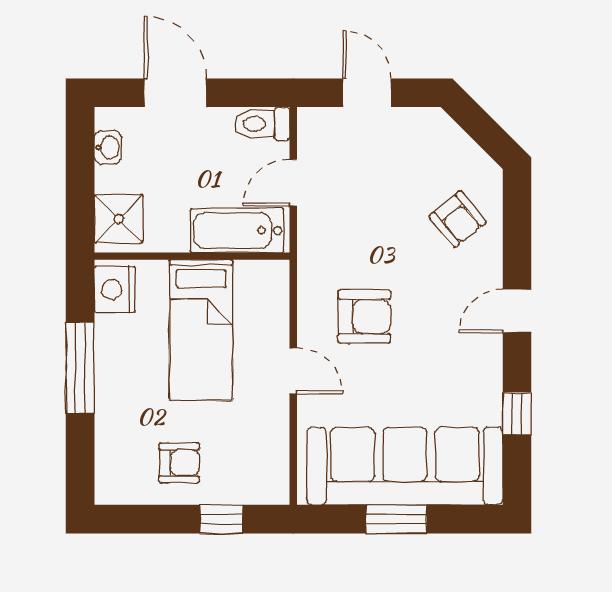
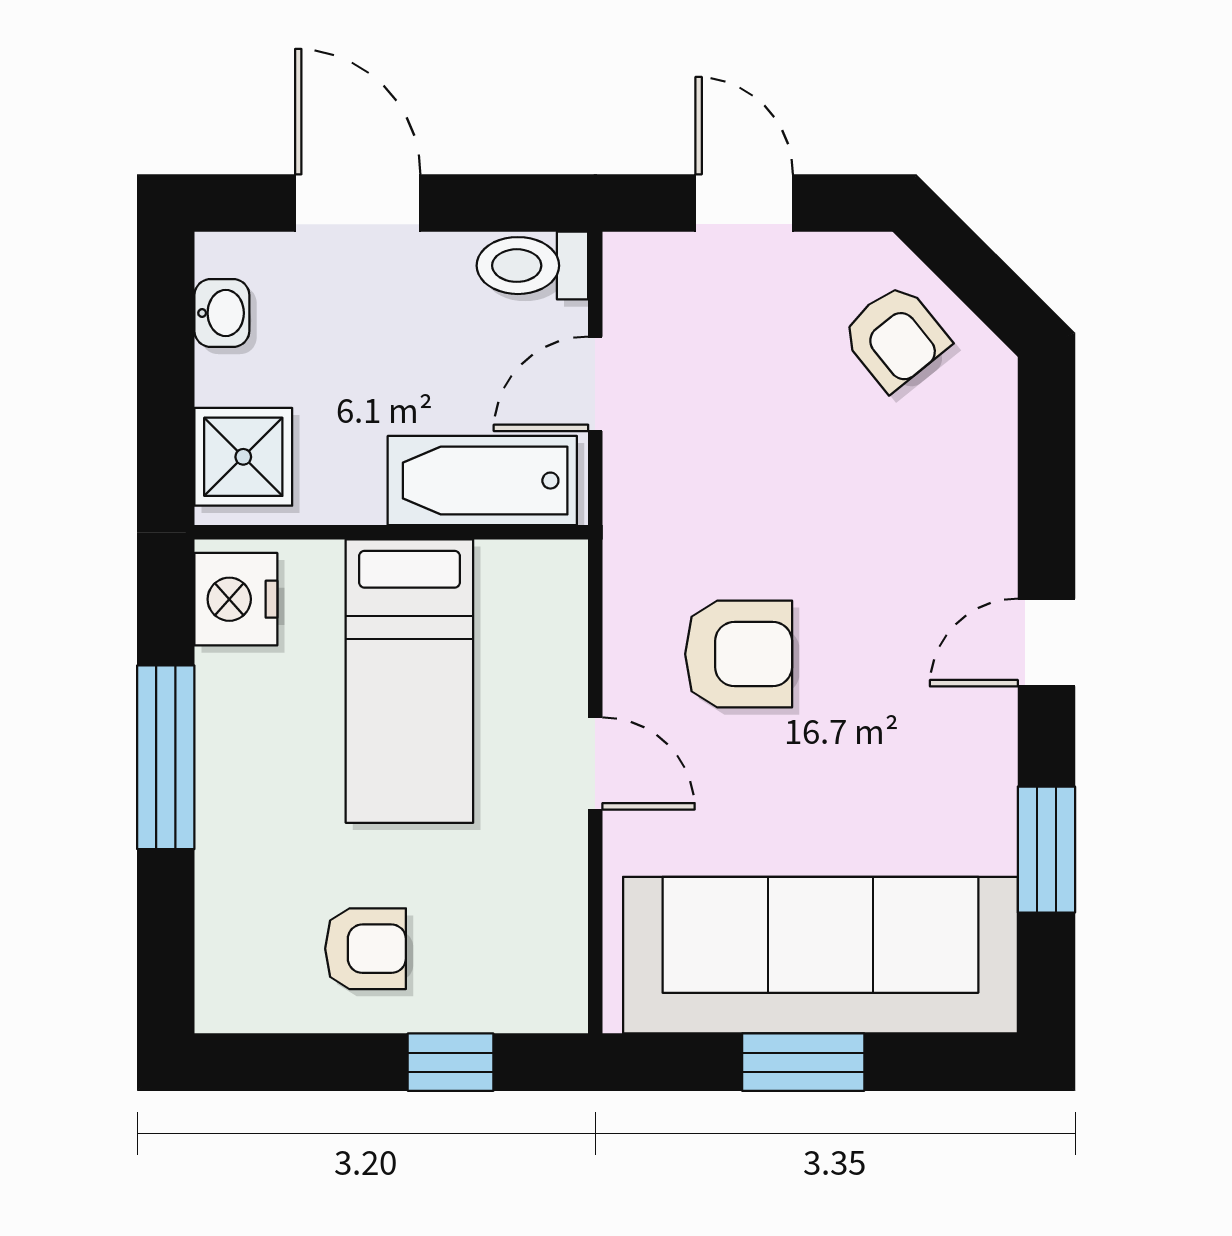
armchair: (458, 219) -> (895, 337), moved
window: (517, 414) -> (1046, 850), width x1.50

